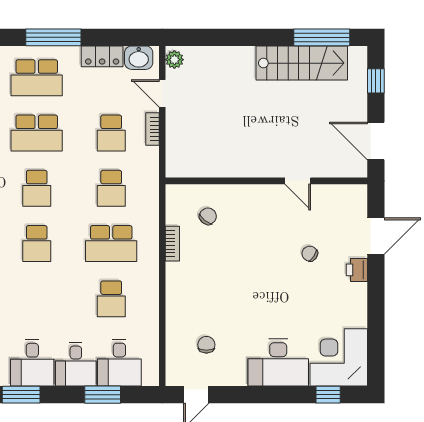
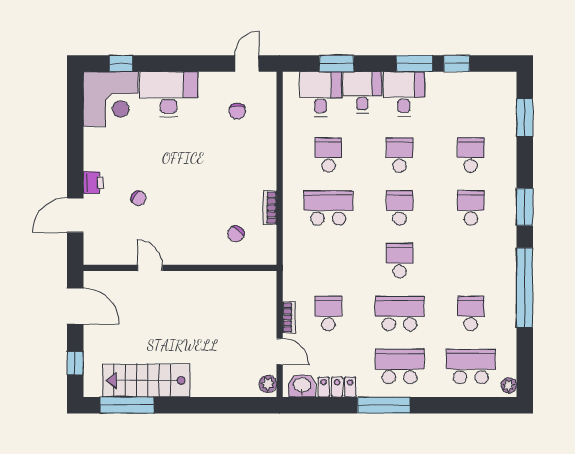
school desk: (111, 188) -> (400, 155), moved

